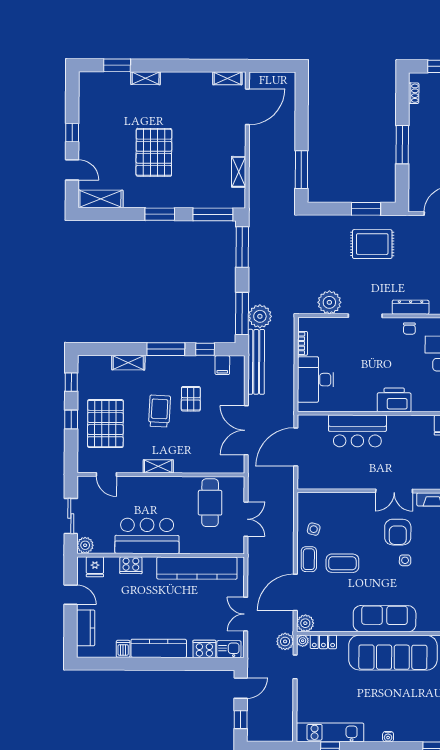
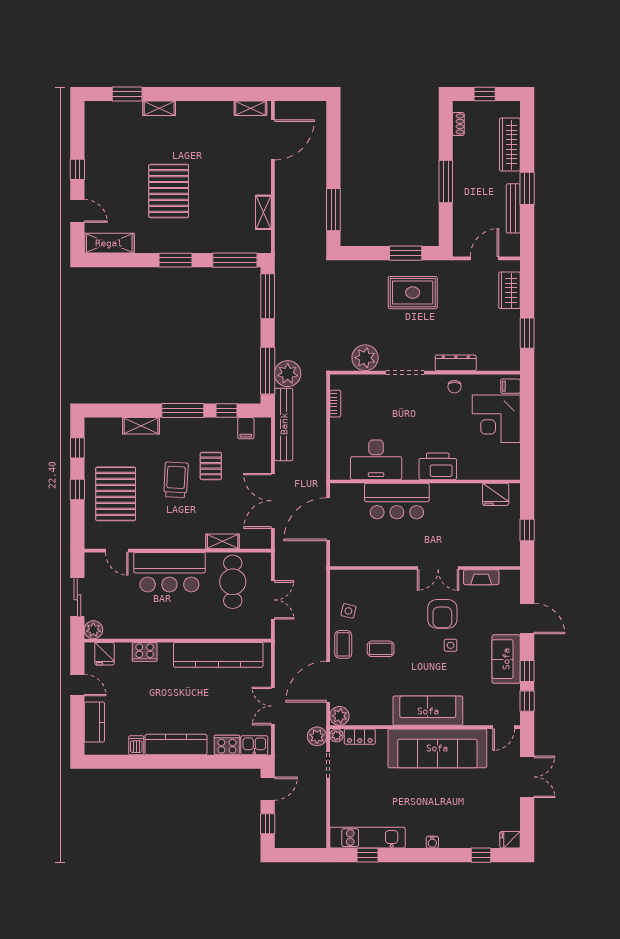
desk: (316, 380) -> (376, 460), moved, turned -90
shelving: (158, 466) -> (223, 541), moved
bar counter: (147, 536) -> (169, 572), moved, turned 180
coffee table: (342, 563) -> (381, 649), width x0.73, depth x0.77

